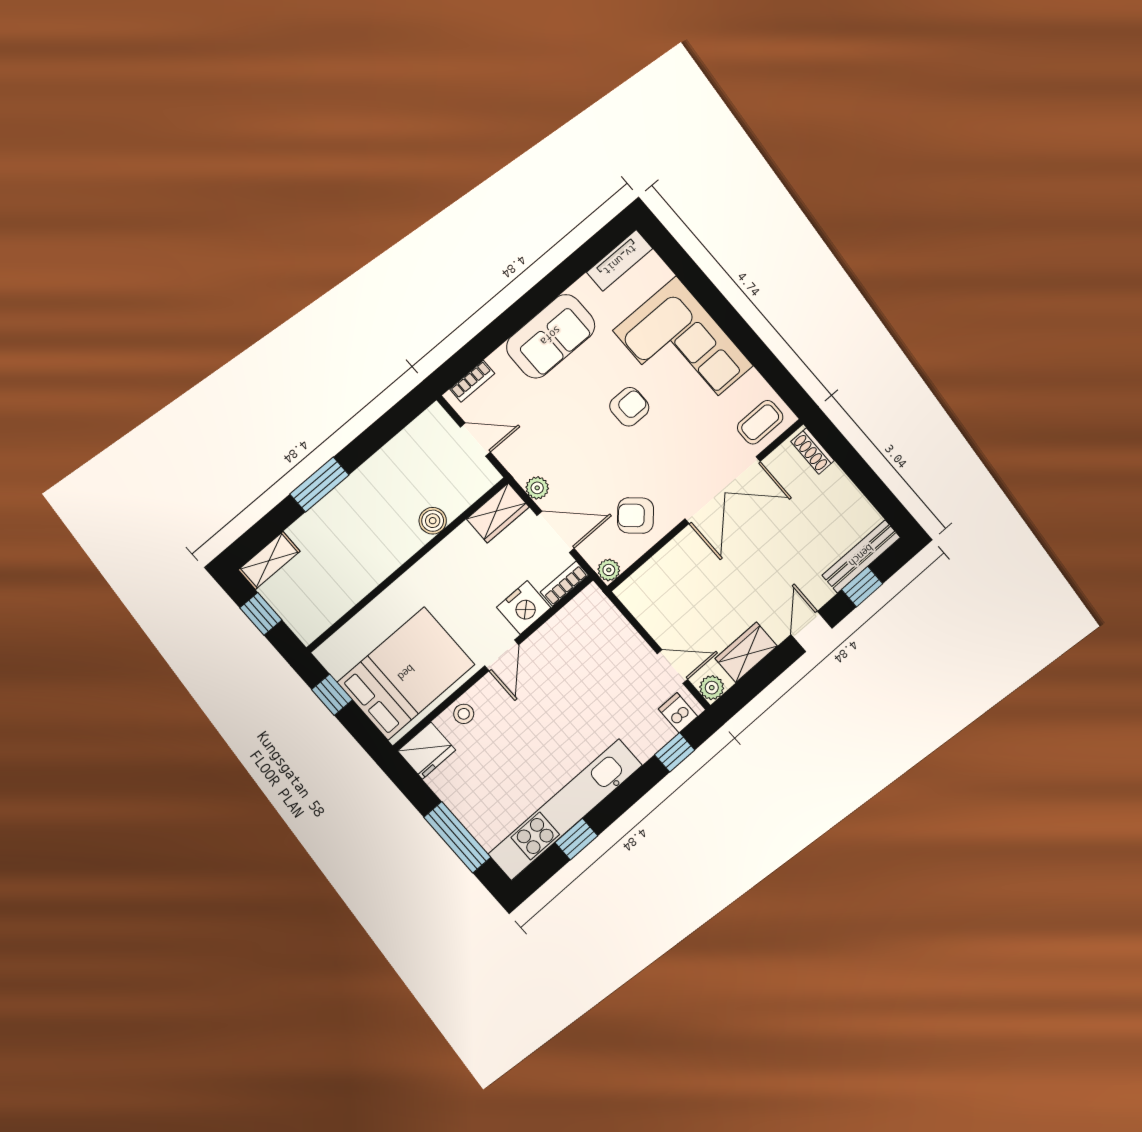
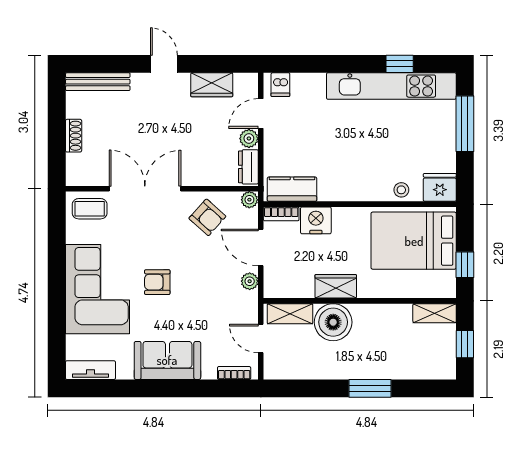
shoe rack: (813, 451) -> (74, 136), moved
shelving: (468, 490) -> (290, 314), added
wardrobe: (498, 513) -> (336, 286), moved
boiler: (433, 521) -> (333, 322), width x1.86, depth x1.86
shelving: (269, 560) -> (435, 313), moved
window: (862, 587) -> (112, 64), removed
dresser: (638, 602) -> (248, 167), added
kitchen counter: (575, 618) -> (292, 189), added
door: (812, 631) -> (164, 64), swing flipped
door: (502, 655) -> (352, 204), removed
door: (672, 667) -> (261, 113), hinge flipped
plant: (712, 688) -> (249, 138), moved
window: (675, 752) -> (302, 64), removed

